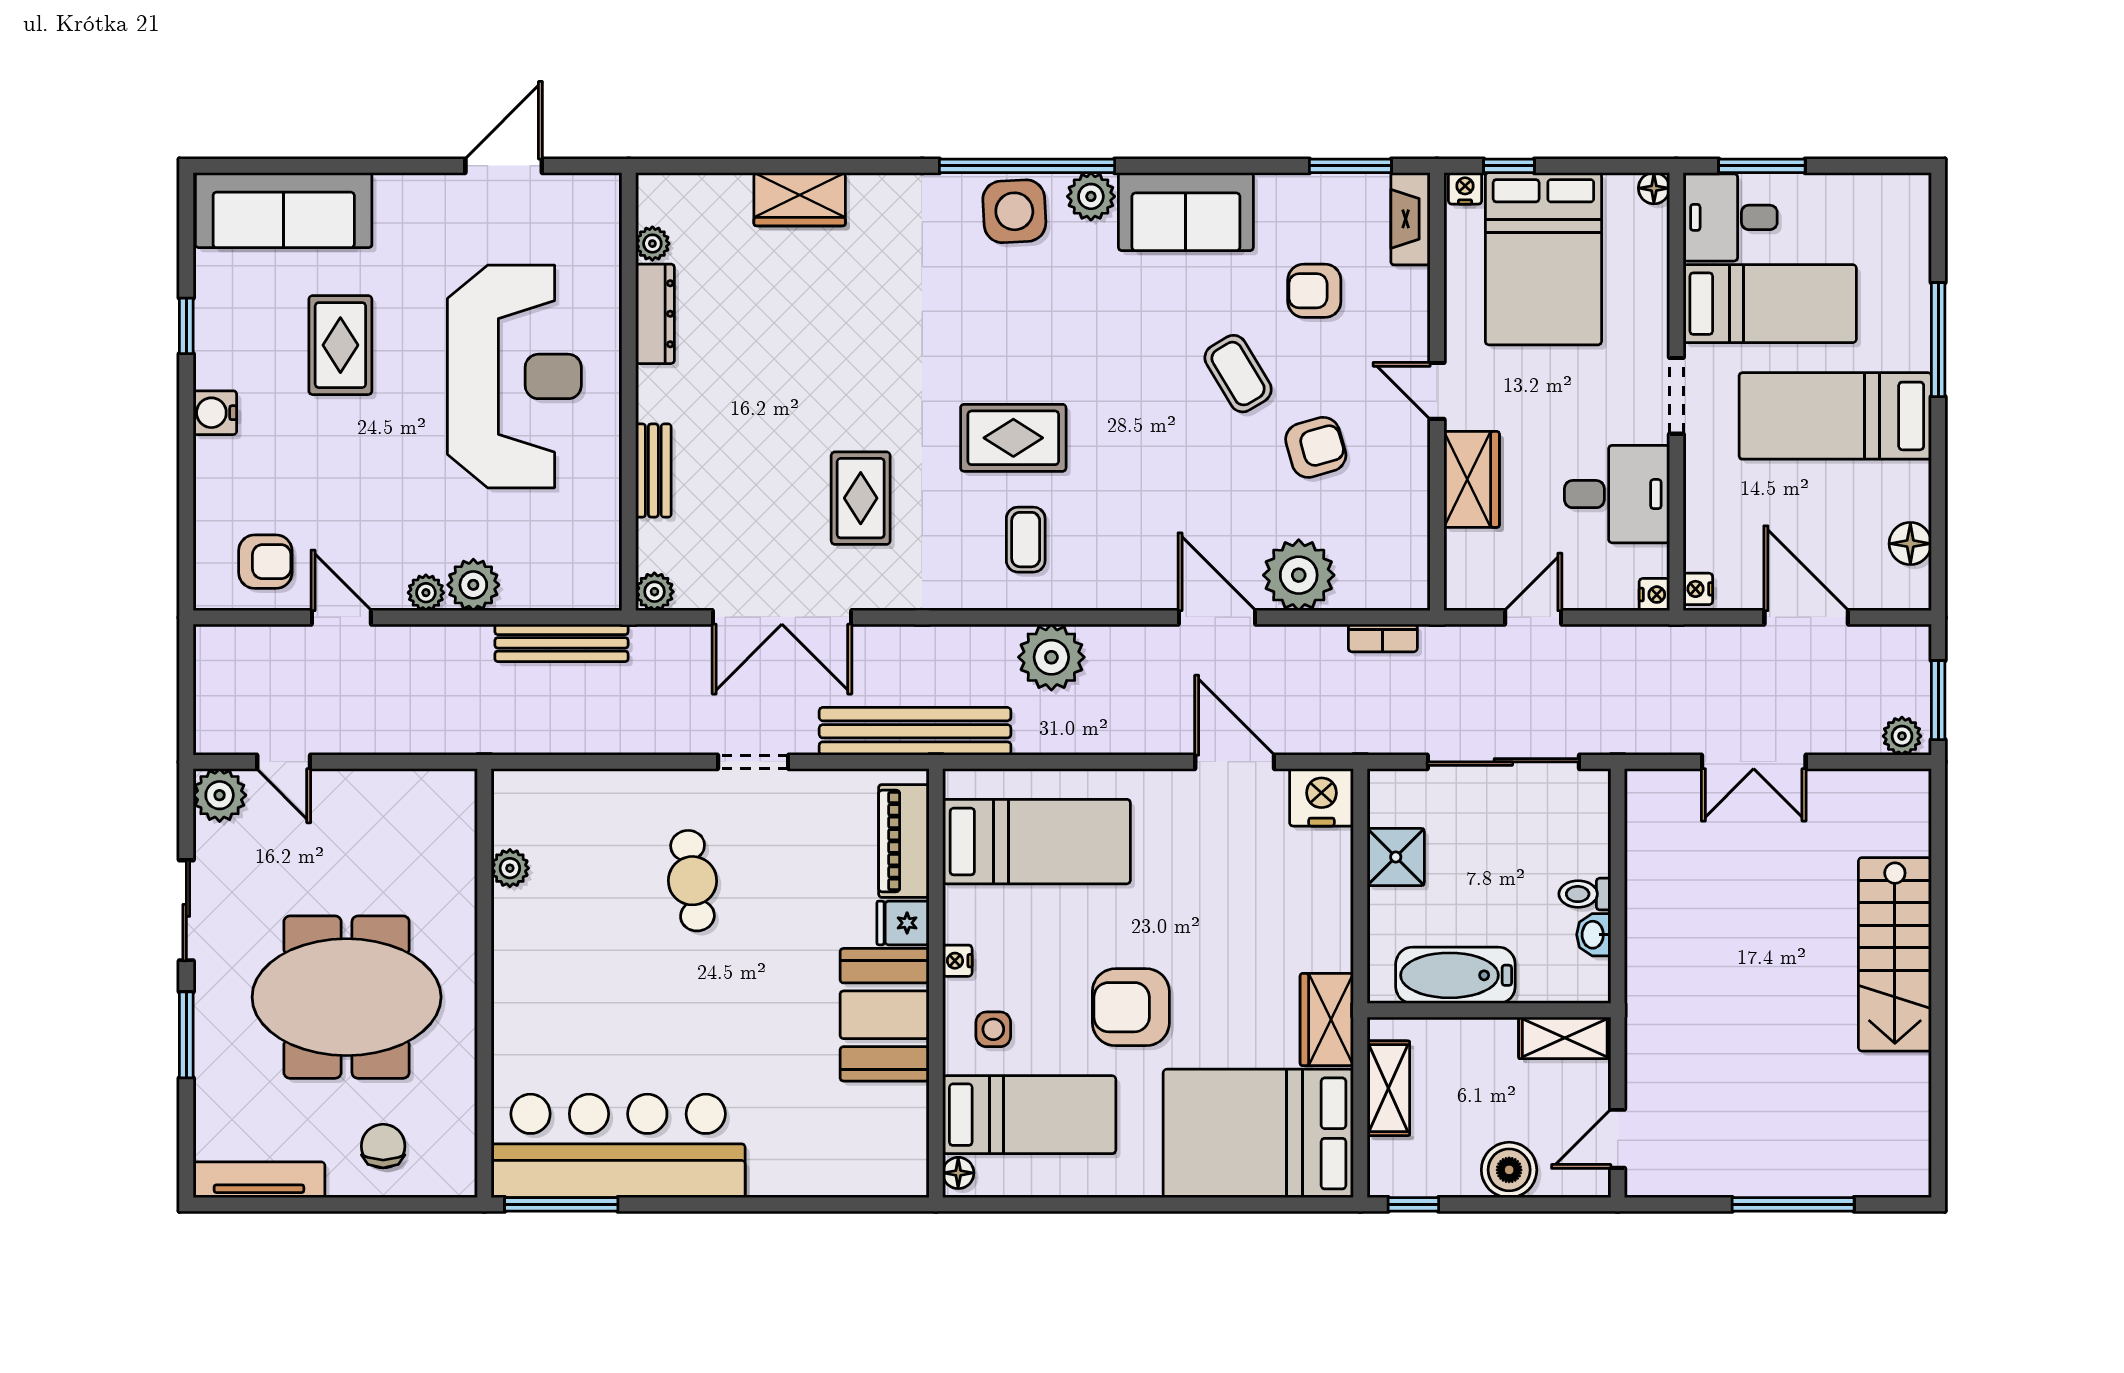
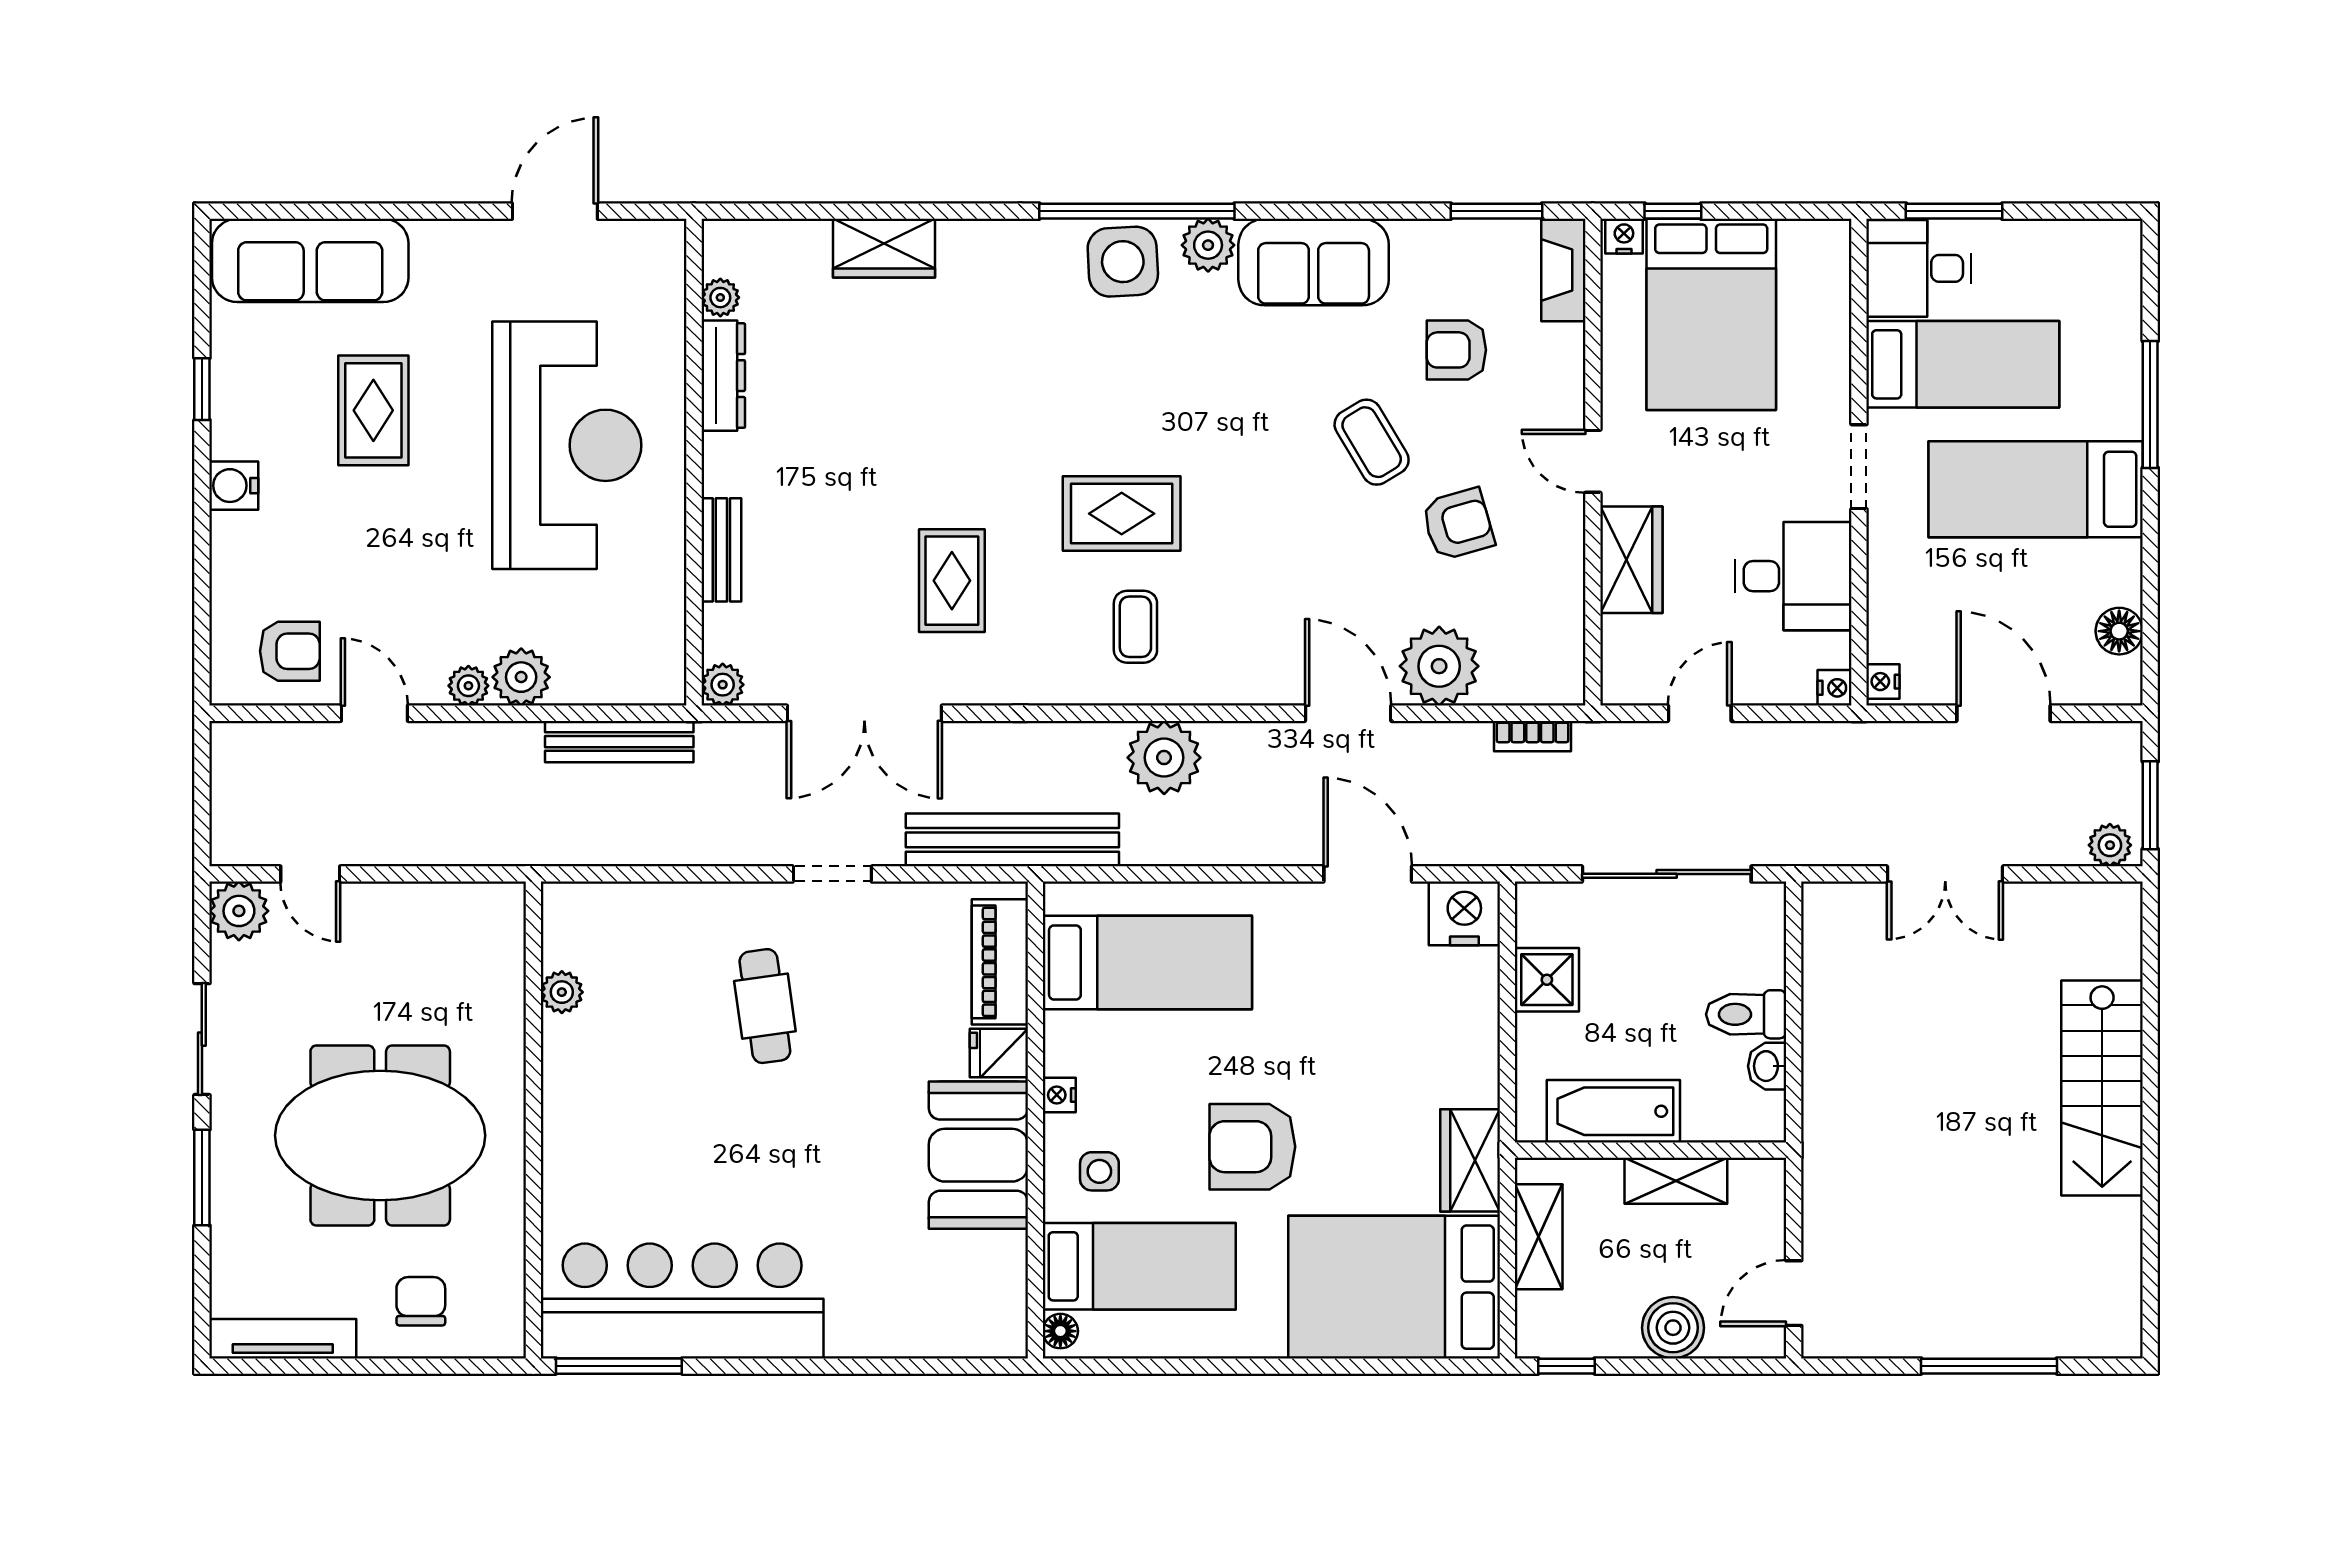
floor lamp: (1654, 188) -> (1834, 236), removed
toilet: (1585, 894) -> (1746, 1014), width x1.37, depth x1.39
shelving: (1565, 1038) -> (1676, 1181), moved

